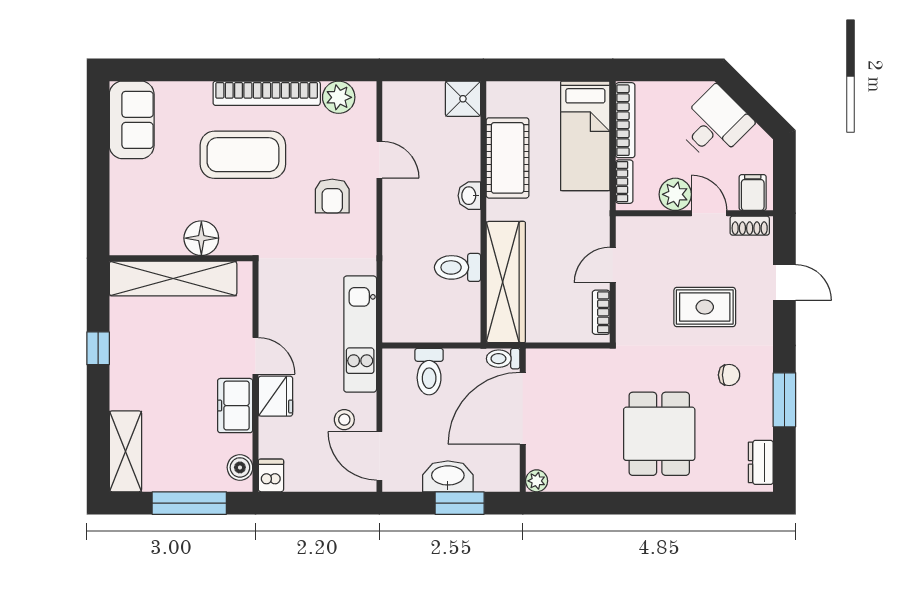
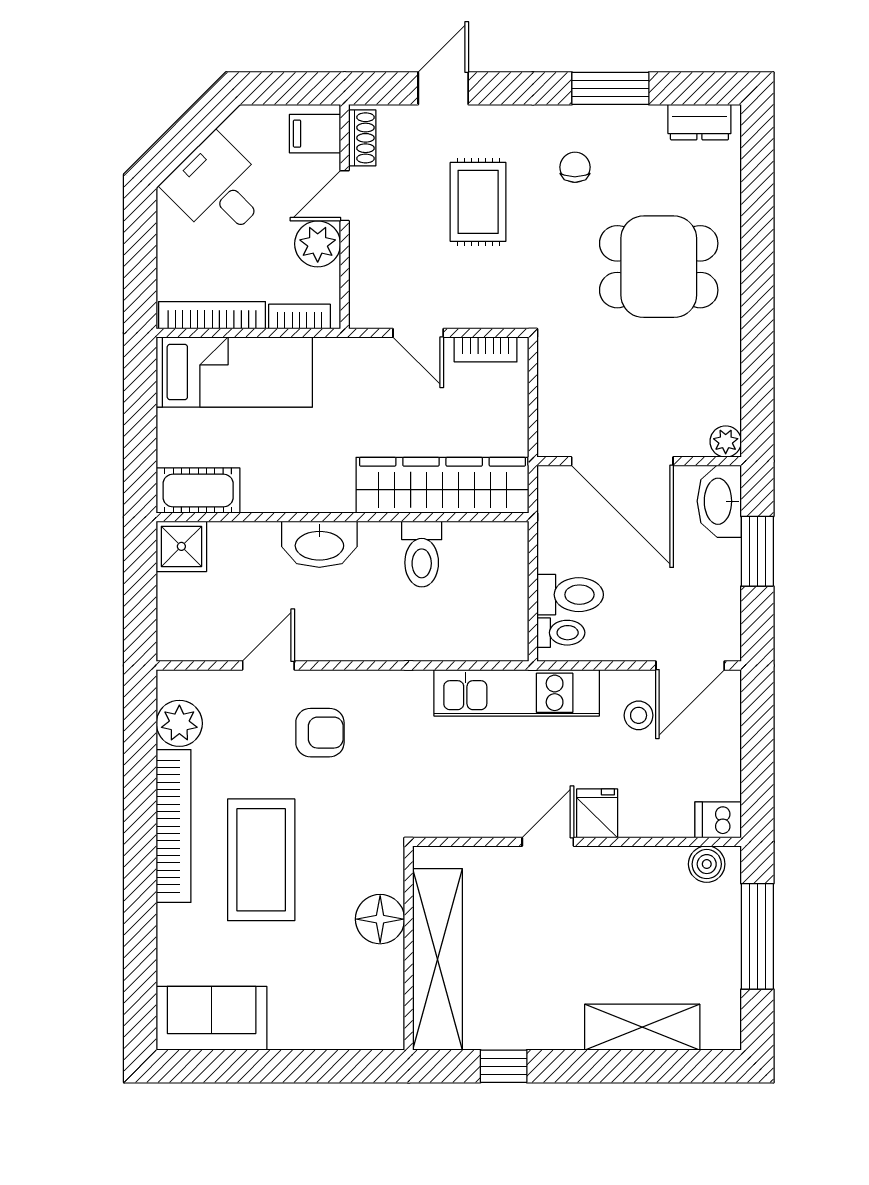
cot: (508, 158) -> (198, 491), moved, width x0.73, depth x0.75
washbasin: (469, 196) -> (319, 544), width x1.91, depth x1.45
window: (98, 348) -> (504, 1066), moved
toilet: (503, 359) -> (561, 633), moved, turned -90
fridge: (276, 396) -> (597, 813), width x0.72
freezer: (235, 406) -> (618, 871), removed
shelving: (125, 451) -> (642, 1027), moved
washbasin: (448, 476) -> (719, 501), moved

